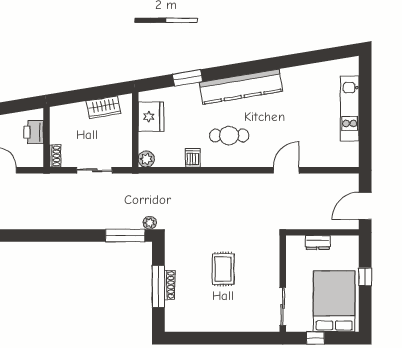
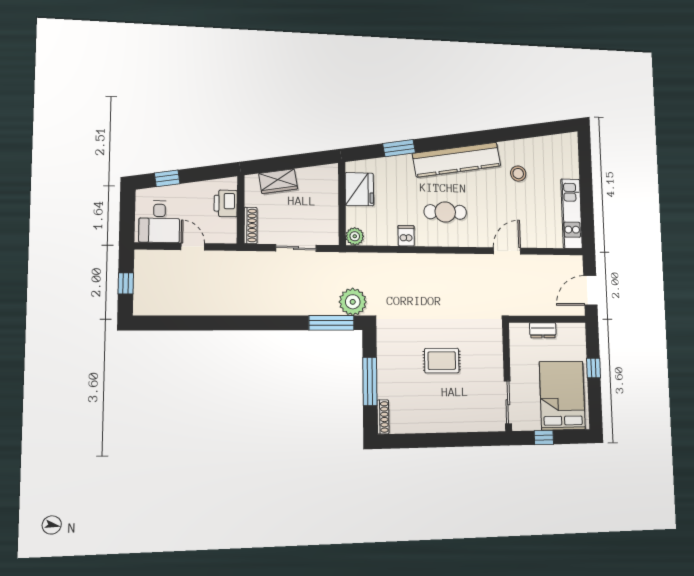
stool: (299, 98) -> (518, 174), added
wardrobe: (103, 107) -> (278, 181), moved
kitchen unit: (350, 108) -> (572, 214), moved
shoe rack: (55, 156) -> (251, 225), width x1.43
plant: (150, 223) -> (353, 302), width x1.88, depth x1.88
rug: (223, 269) -> (442, 361), turned 90
shoe rack: (170, 285) -> (383, 417), moved

